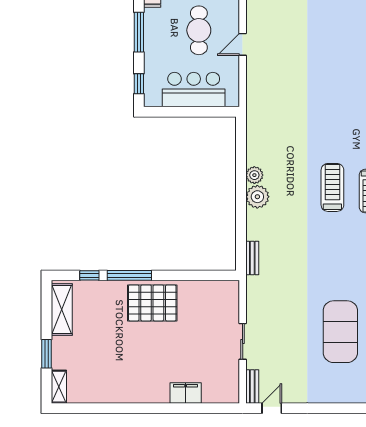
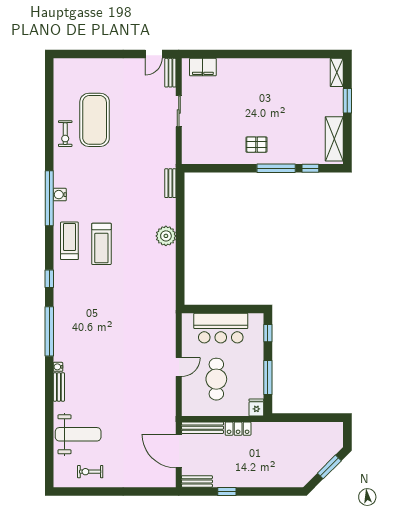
plant: (254, 175) -> (169, 255), removed
pallet: (152, 303) -> (256, 145), width x0.49, depth x0.50
filing cabinet: (186, 393) -> (203, 67), moved

